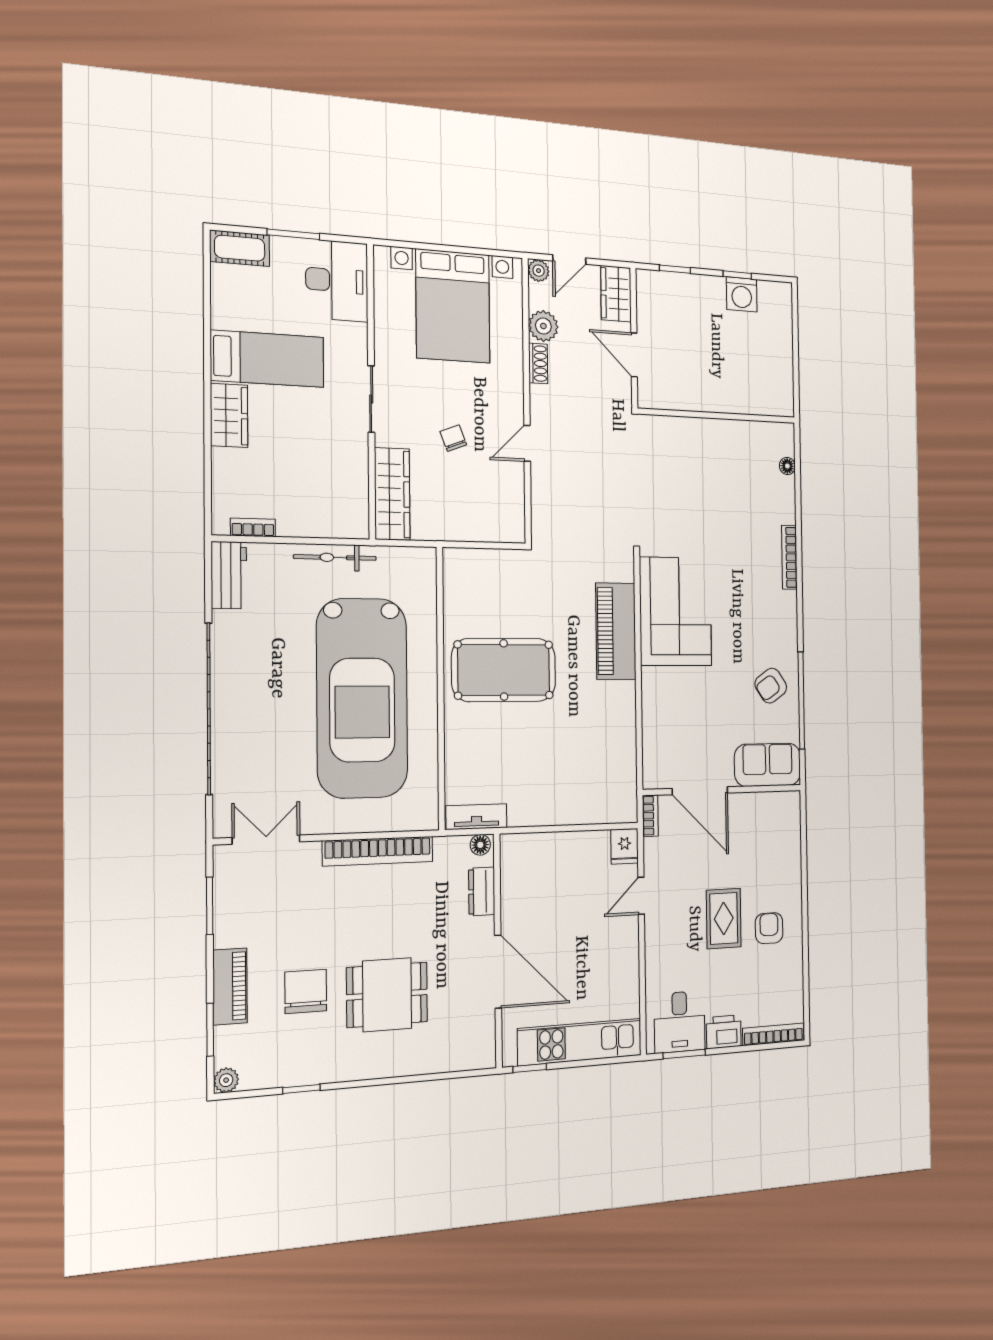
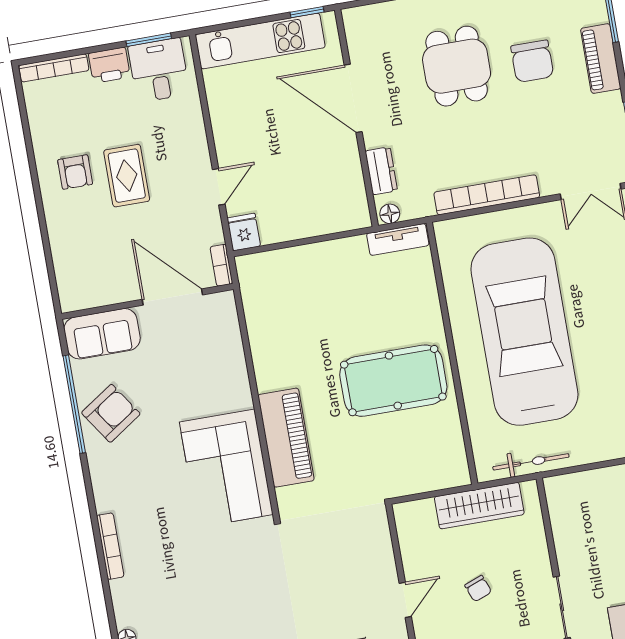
wardrobe: (392, 494) -> (479, 506), moved, turned -90
bicycle: (335, 557) -> (531, 462), moved
armchair: (771, 686) -> (111, 413), width x1.38, depth x1.38
dining table: (387, 995) -> (457, 66), turned 90

